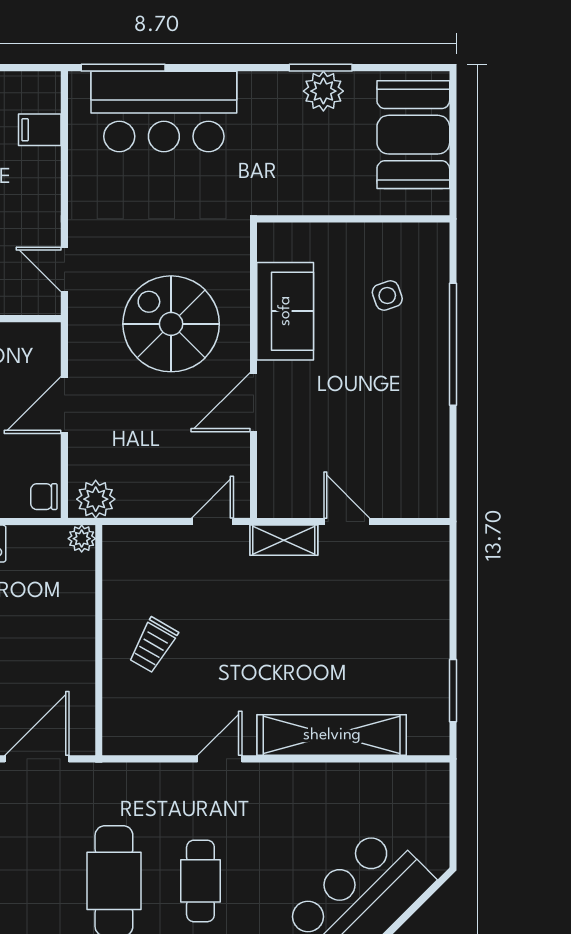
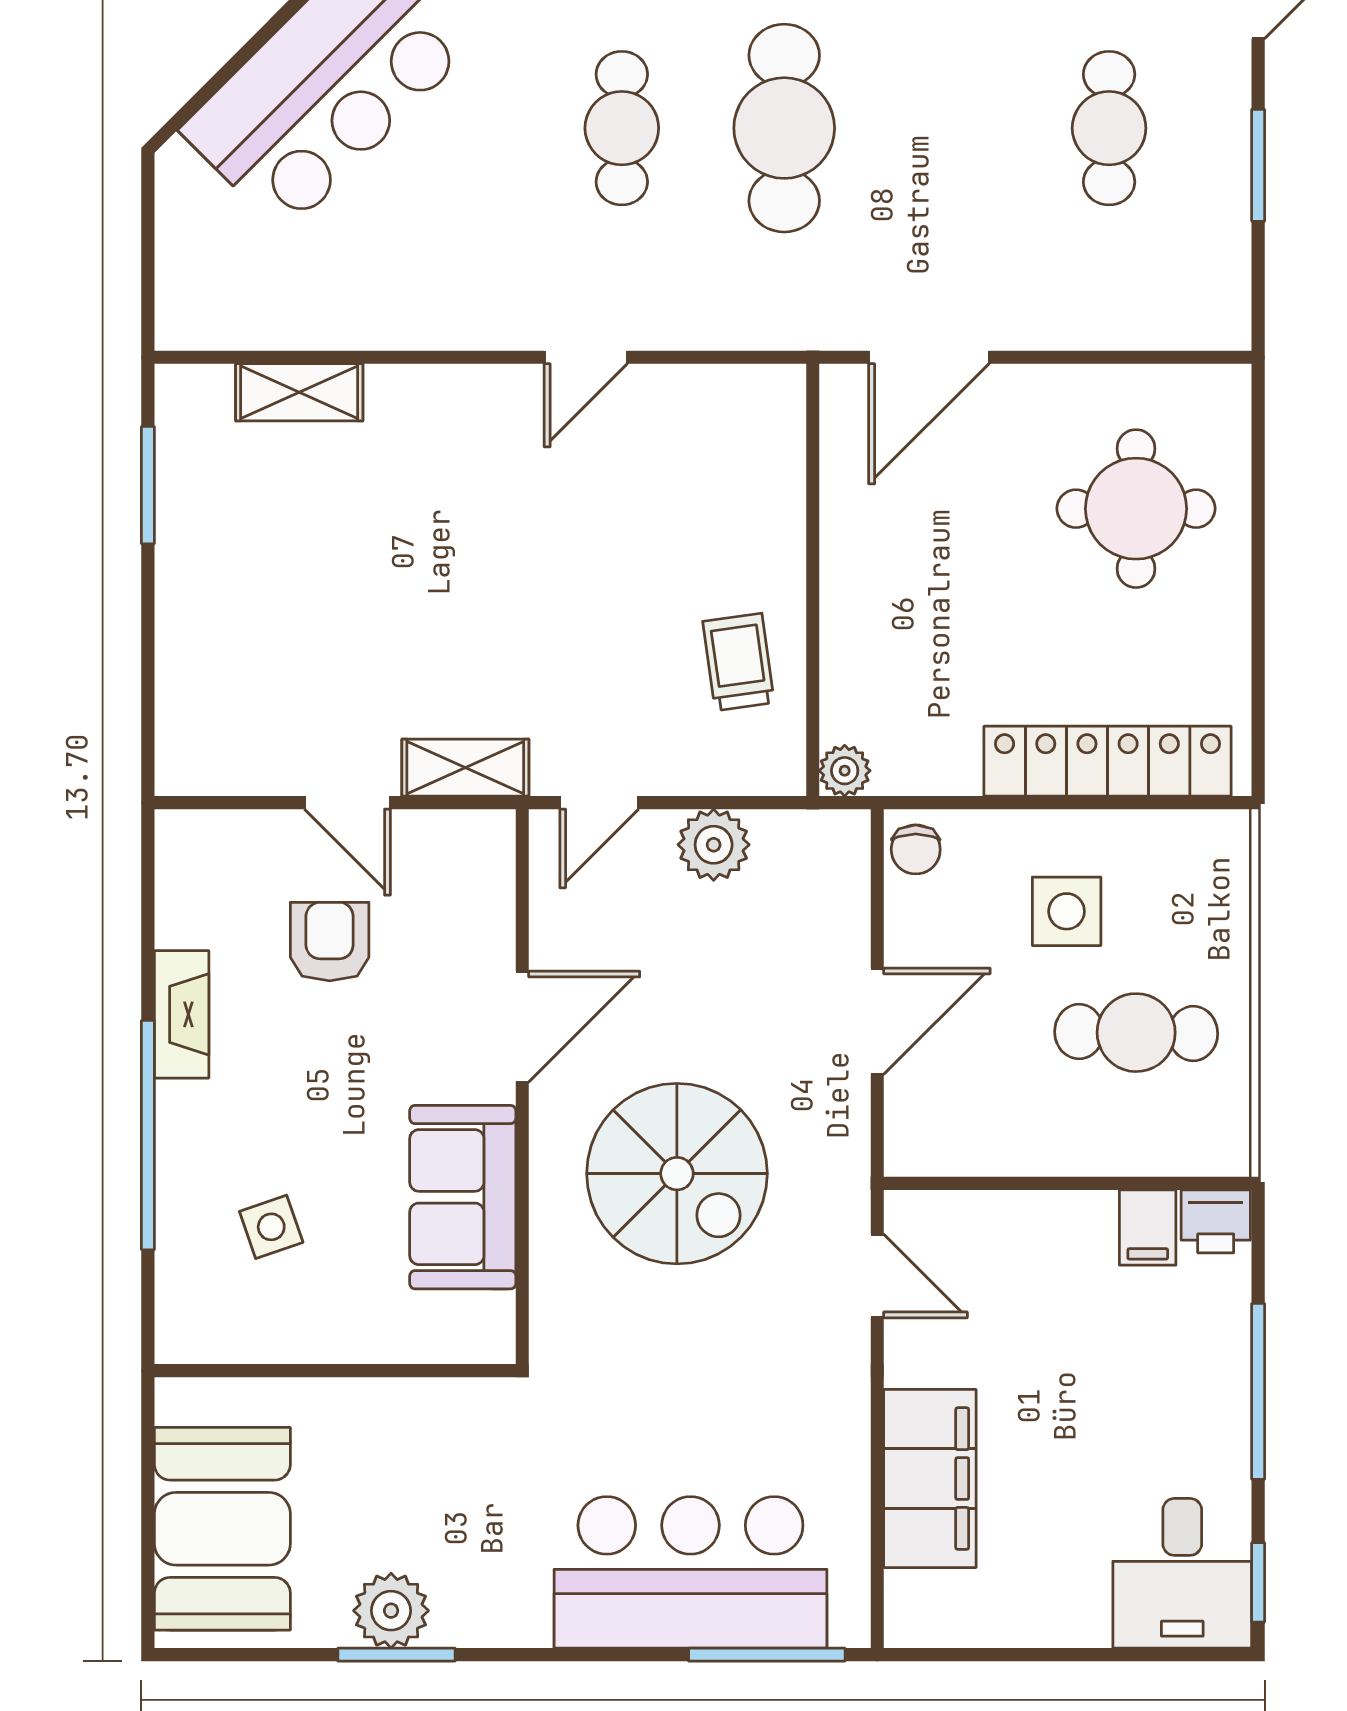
filing cabinet: (40, 130) -> (930, 1479), width x3.00, depth x1.17
fireplace: (435, 409) -> (182, 1014), added
armchair: (356, 447) -> (330, 942), added
chair: (44, 497) -> (916, 849), turned 90
plant: (96, 499) -> (714, 845), moved
trolley: (153, 645) -> (739, 662), moved, turned -38
shelving: (332, 735) -> (299, 392), width x0.45, depth x0.75

